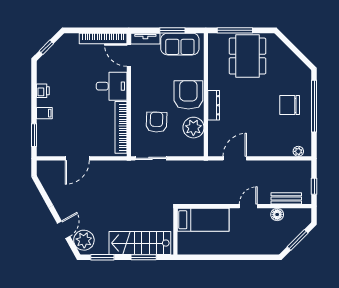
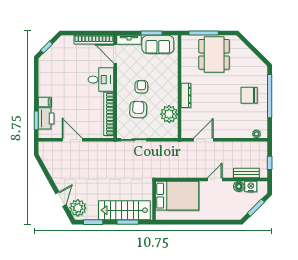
printer: (43, 91) -> (46, 118), moved, width x1.87, depth x1.48
armchair: (188, 95) -> (141, 87), moved, width x0.53, depth x0.53
door: (77, 158) -> (72, 140), swing flipped
nightstand: (292, 215) -> (251, 187), added
bed: (203, 220) -> (177, 196), width x1.50

